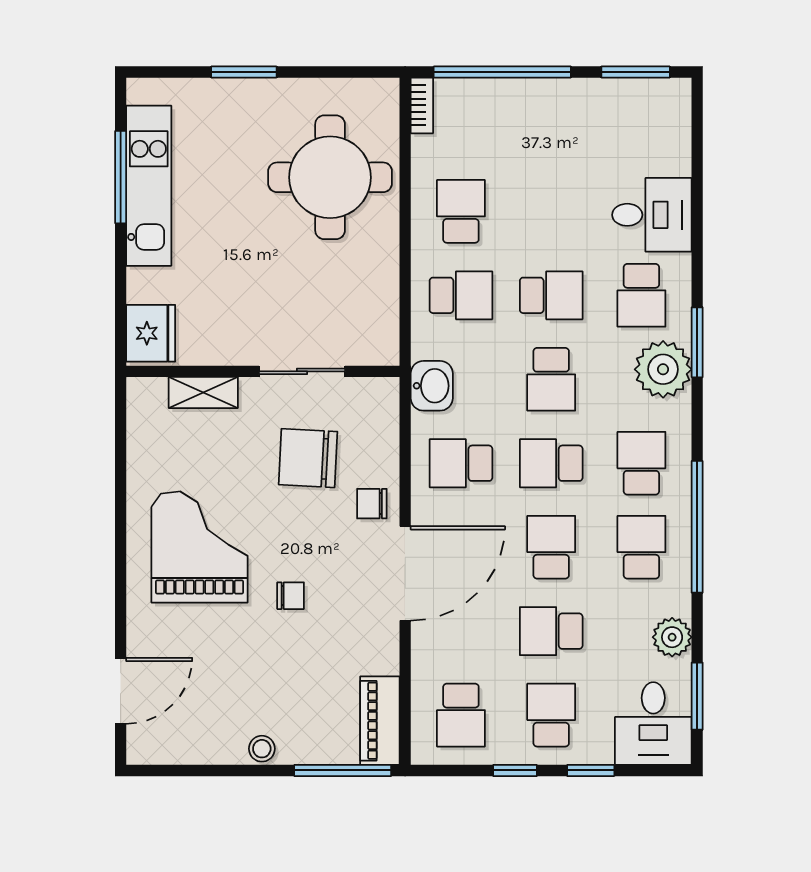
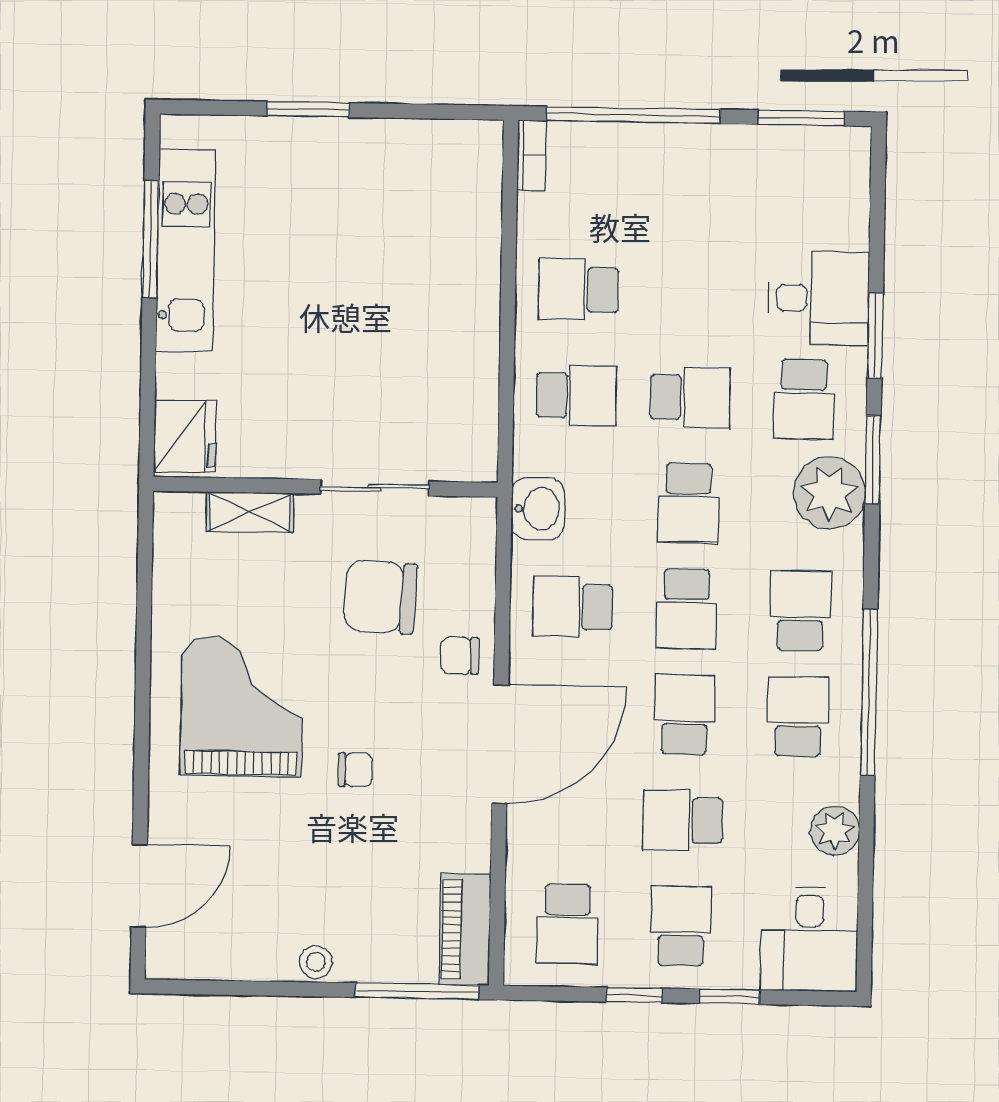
round table: (330, 177) -> (414, 244), removed
school desk: (461, 211) -> (578, 290), turned -90
school desk: (551, 463) -> (686, 609), turned -90
window: (697, 696) -> (875, 335), moved

